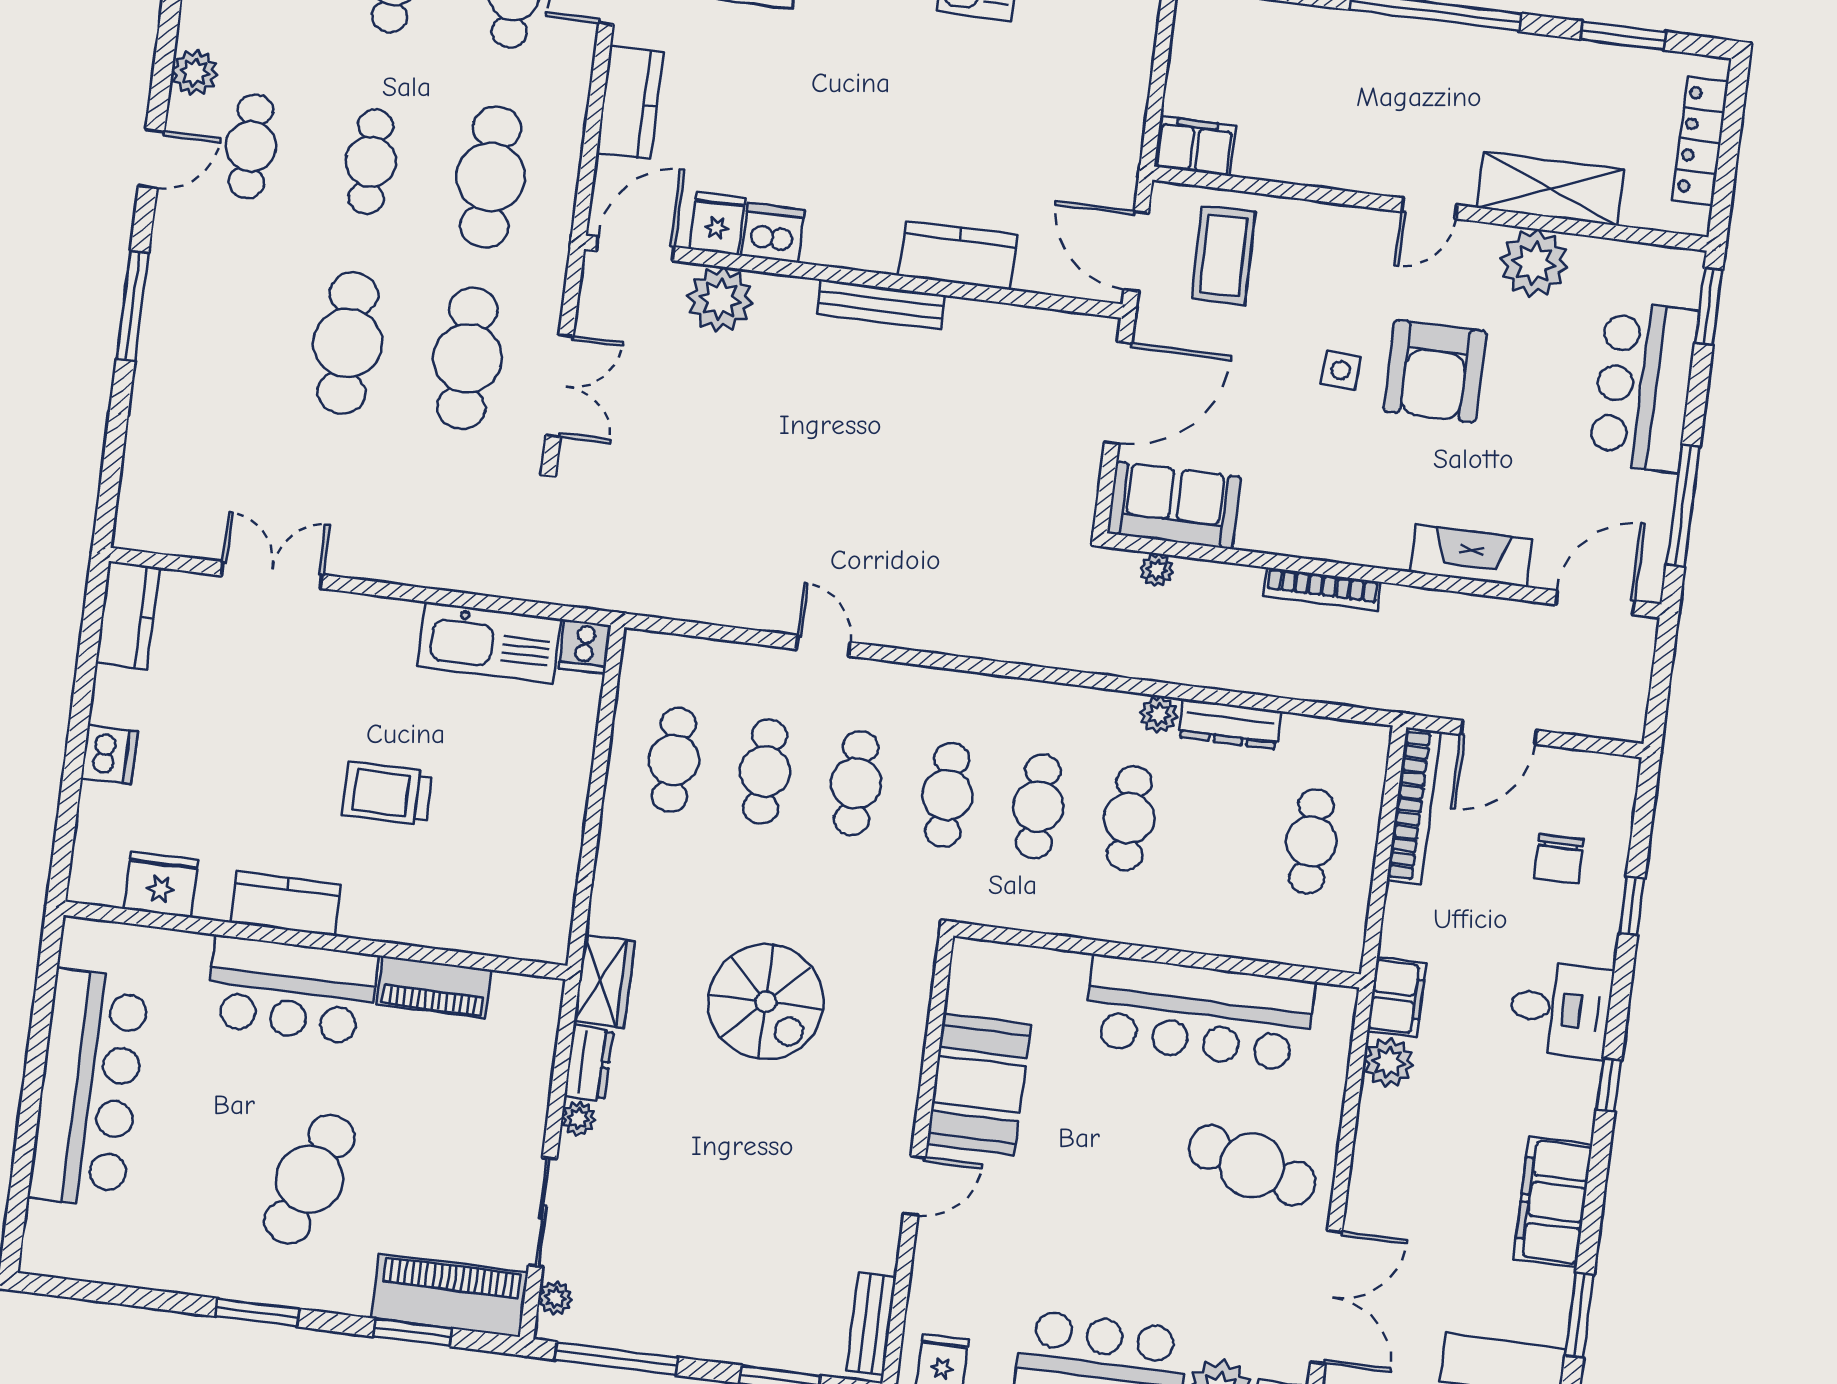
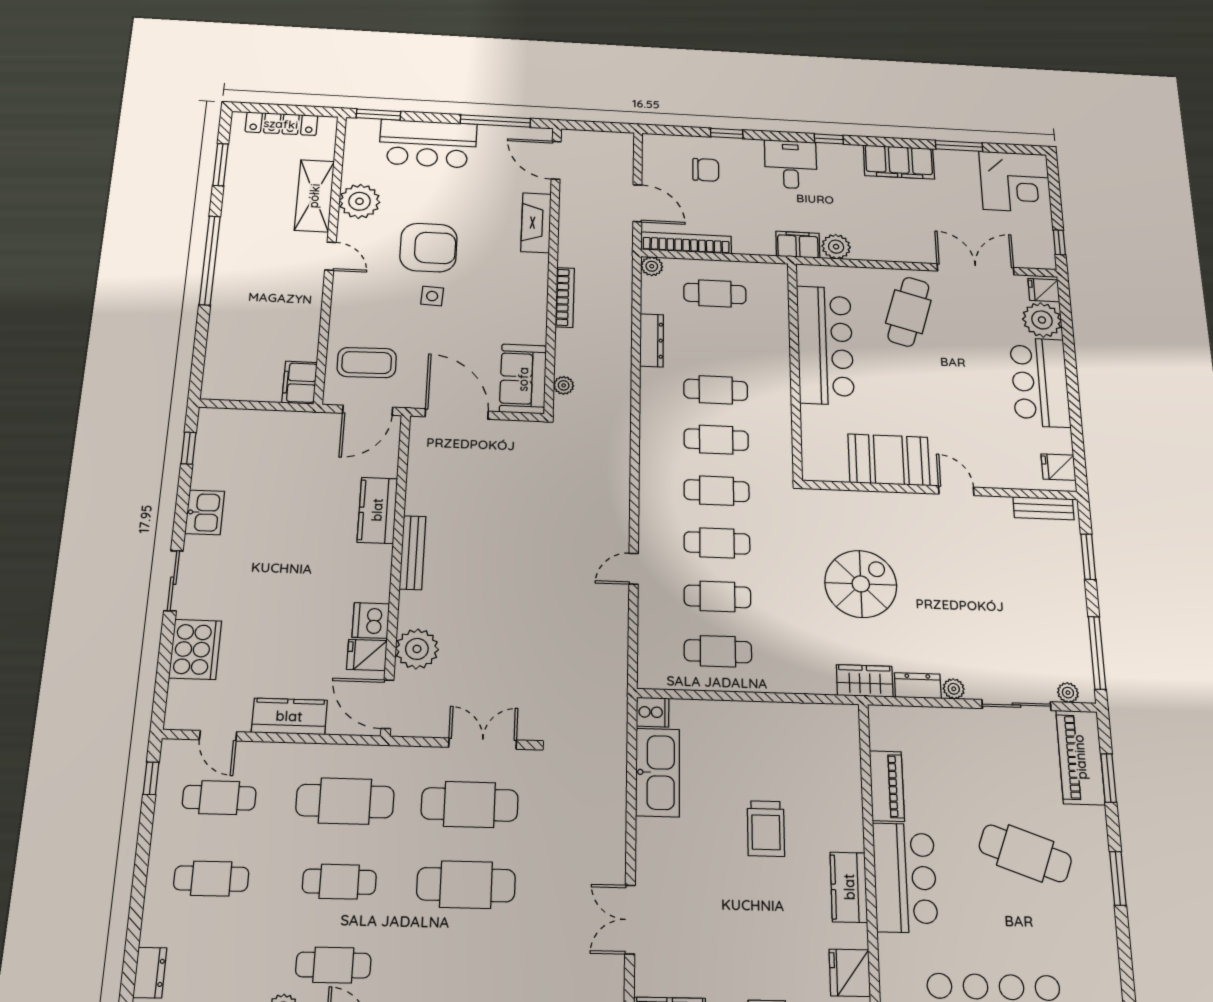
plant: (1159, 714) -> (652, 266), moved

